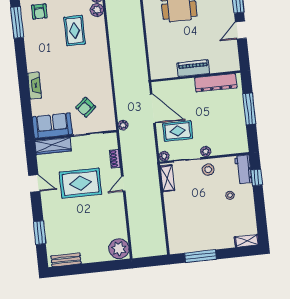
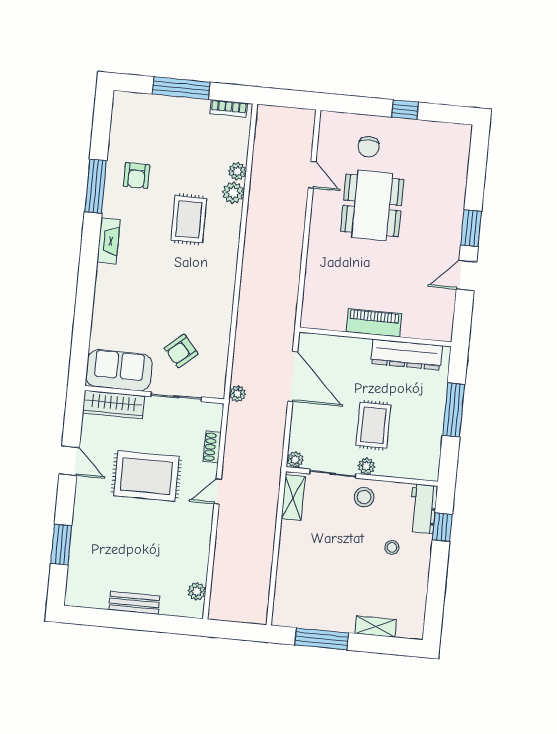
fireplace: (34, 86) -> (109, 241), moved
rug: (178, 131) -> (373, 425), moved, turned 90
shelving: (247, 241) -> (376, 627), moved
plant: (119, 249) -> (197, 591), width x0.53, depth x0.53
bench: (66, 260) -> (134, 603), moved

